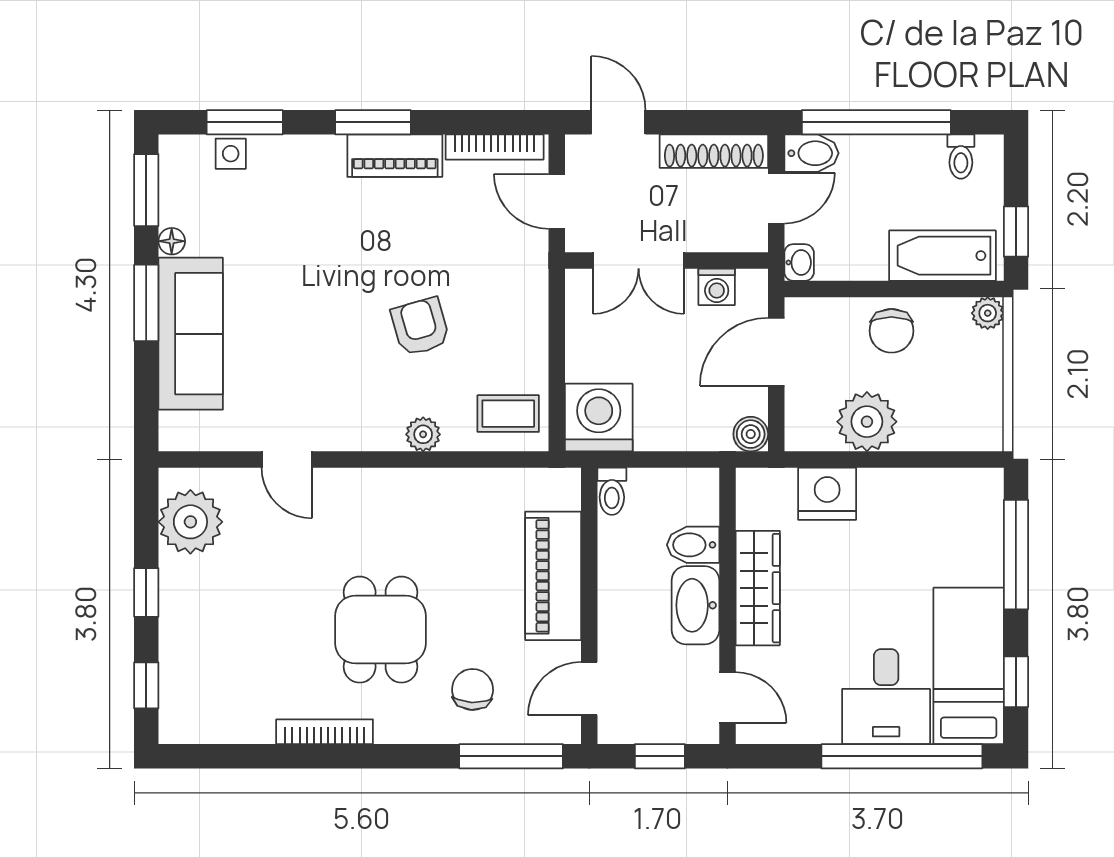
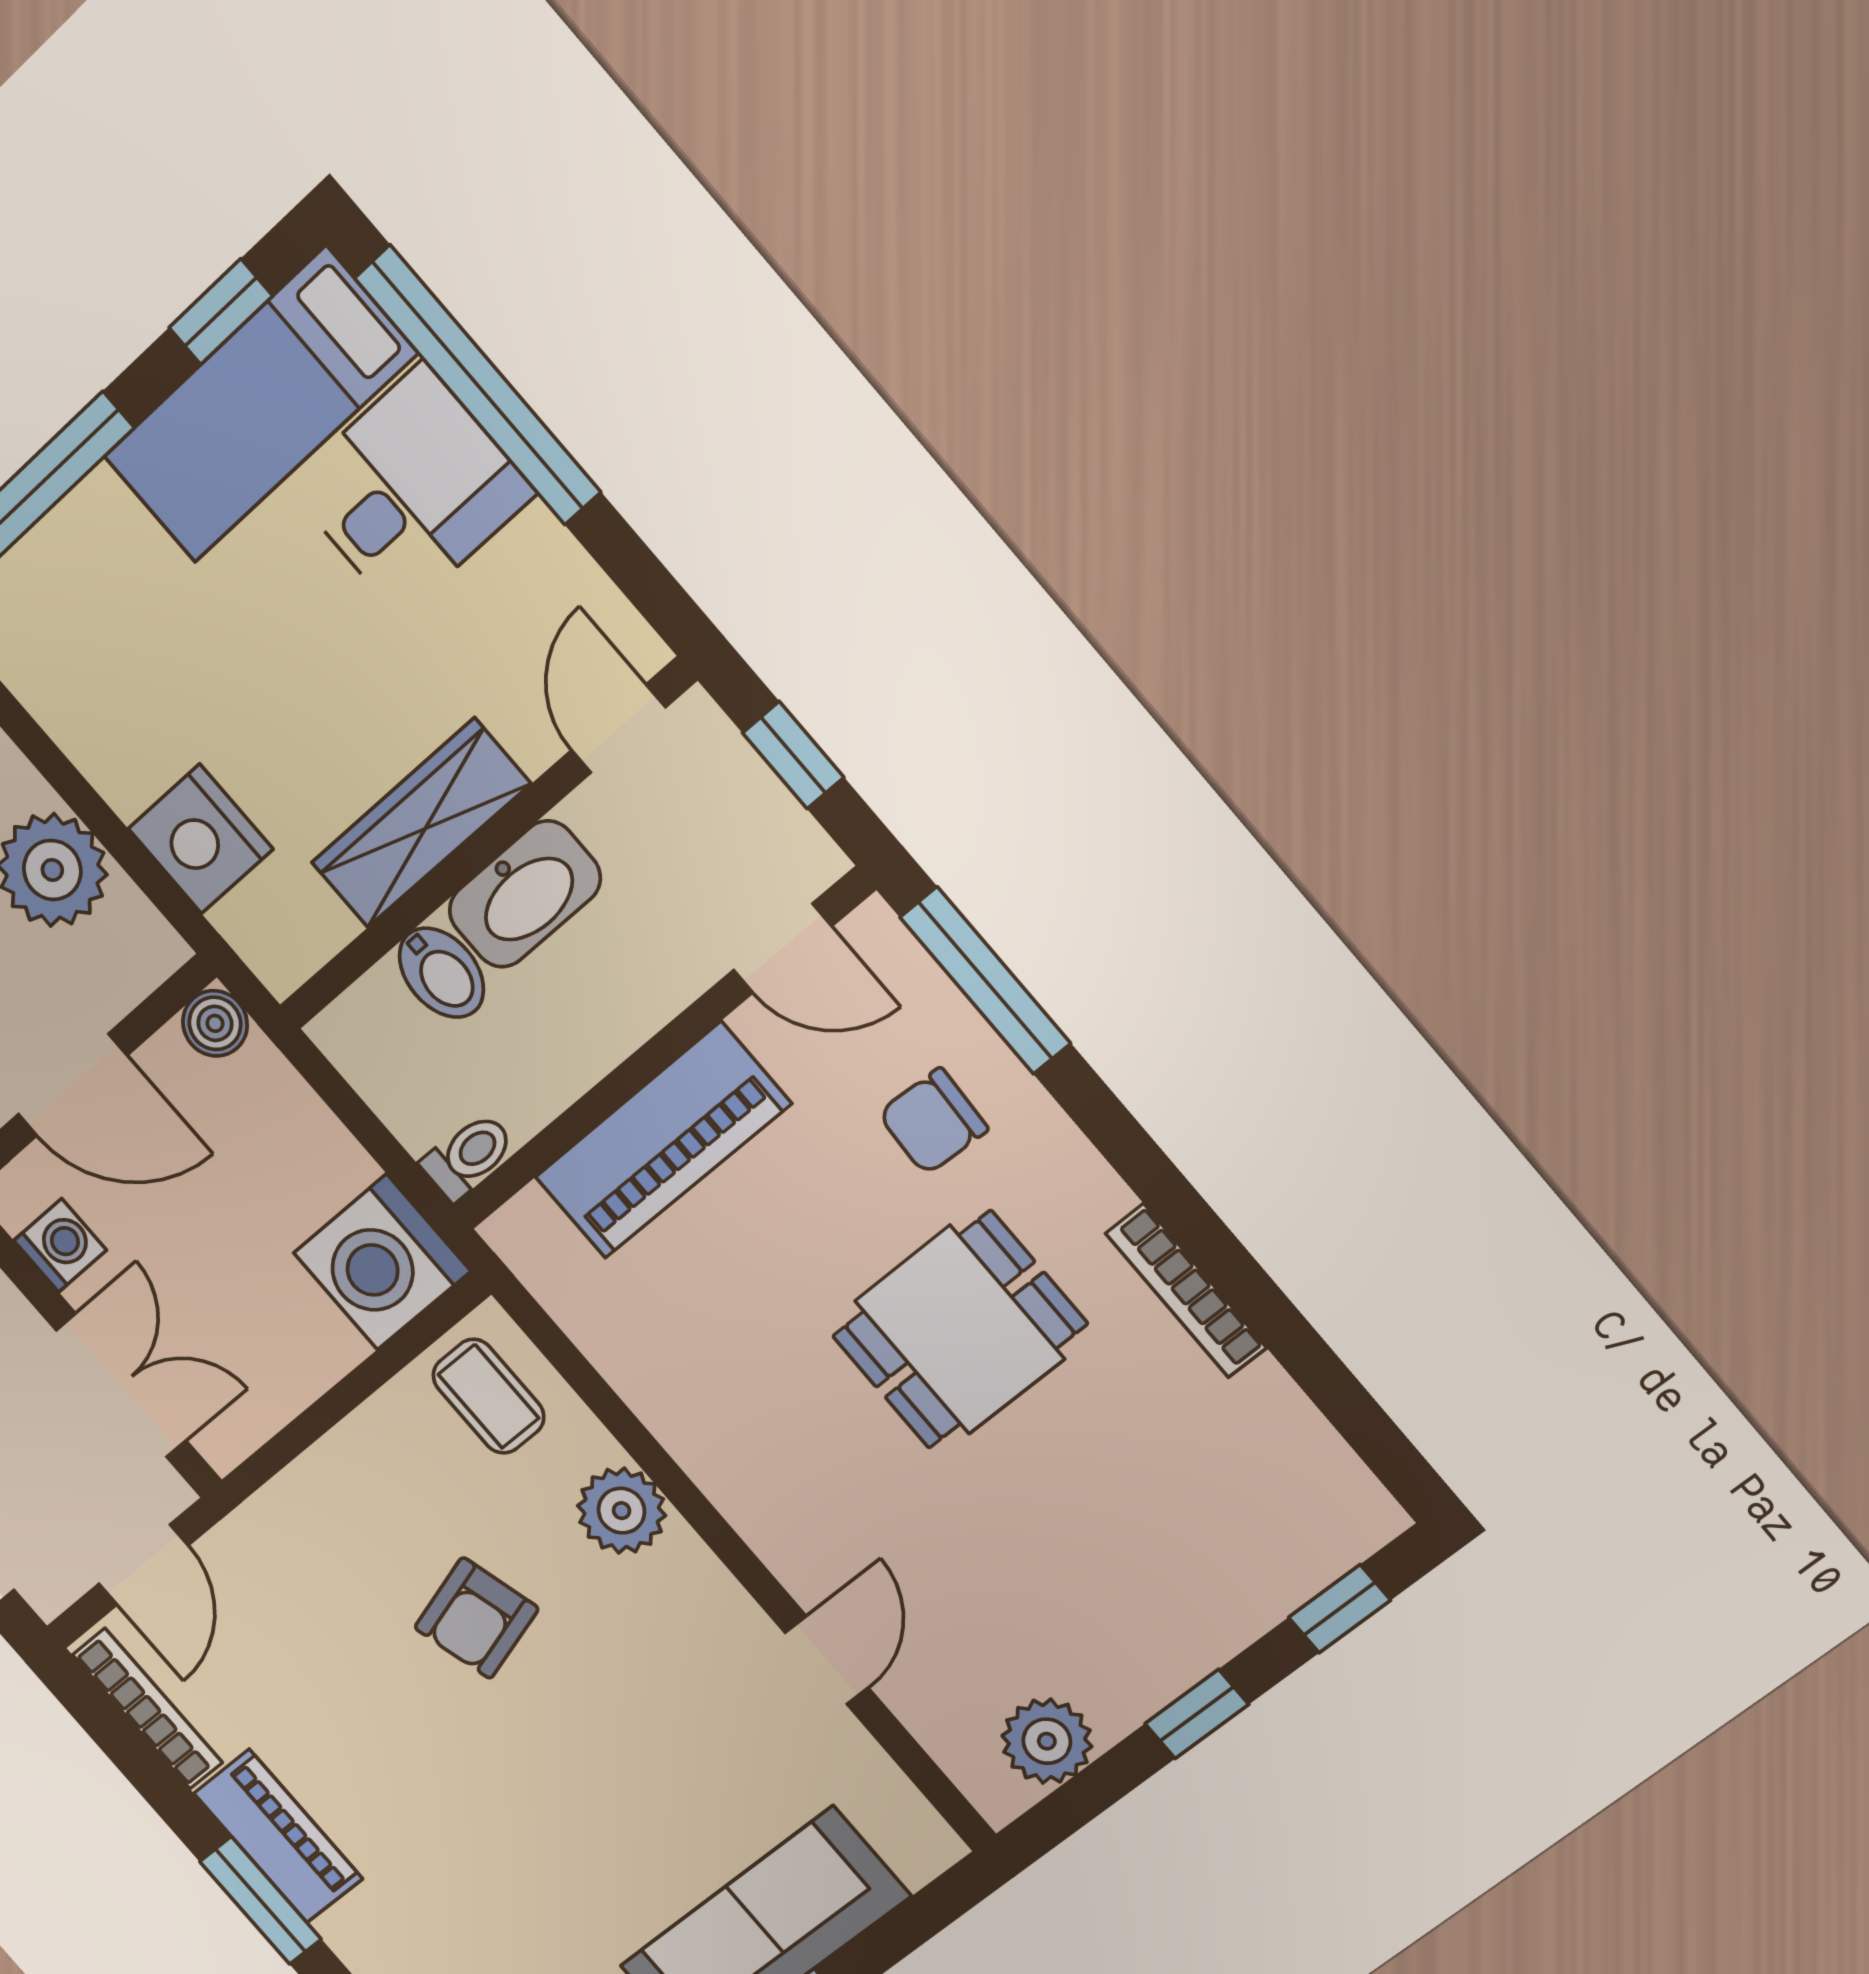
plant: (423, 434) -> (622, 1511), width x1.38, depth x1.38
plant: (190, 522) -> (1047, 1741), width x0.73, depth x0.73

